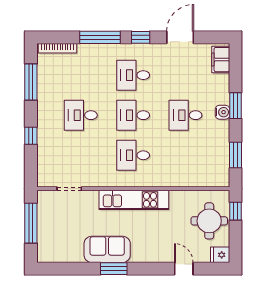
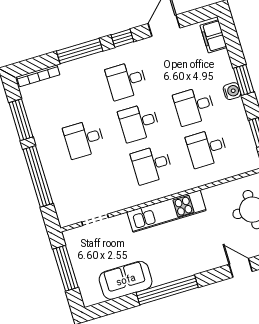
window: (31, 136) -> (38, 176), width x3.17
desk: (185, 155) -> (207, 148), added
sofa: (107, 249) -> (126, 280), moved
window: (114, 269) -> (167, 290), width x2.11

